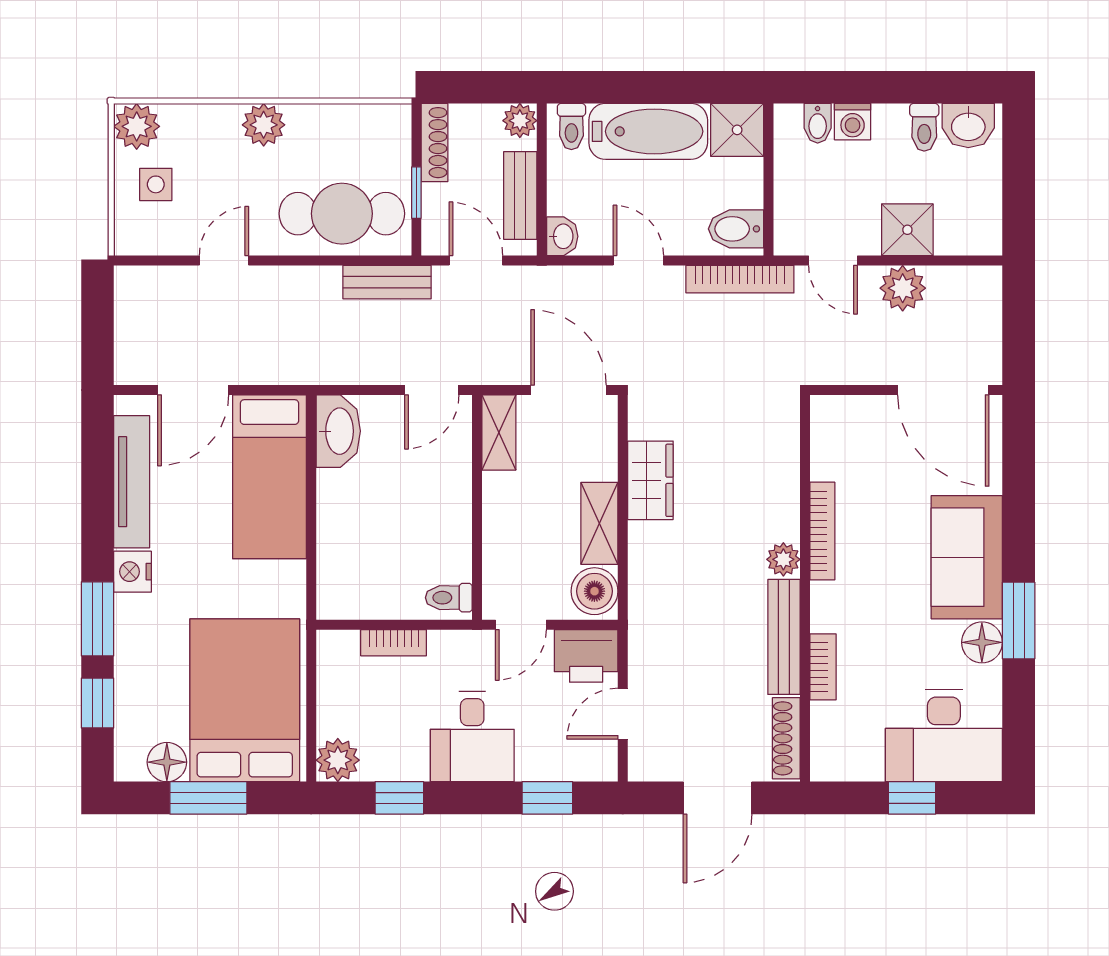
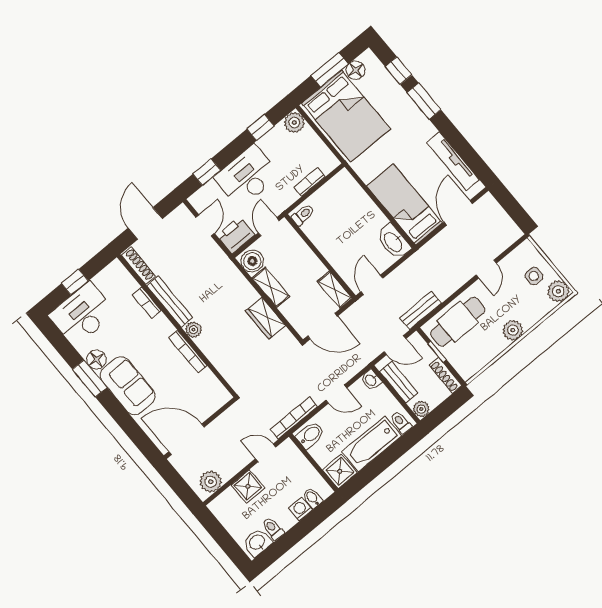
plant: (903, 288) -> (211, 482), moved
nightstand: (133, 572) -> (425, 129), removed
desk: (472, 737) -> (247, 176), width x1.37

